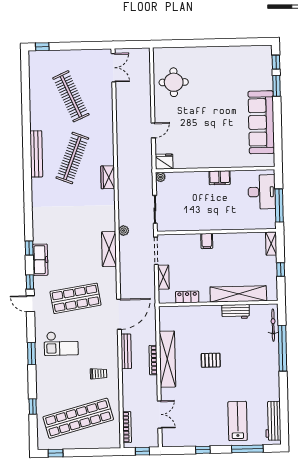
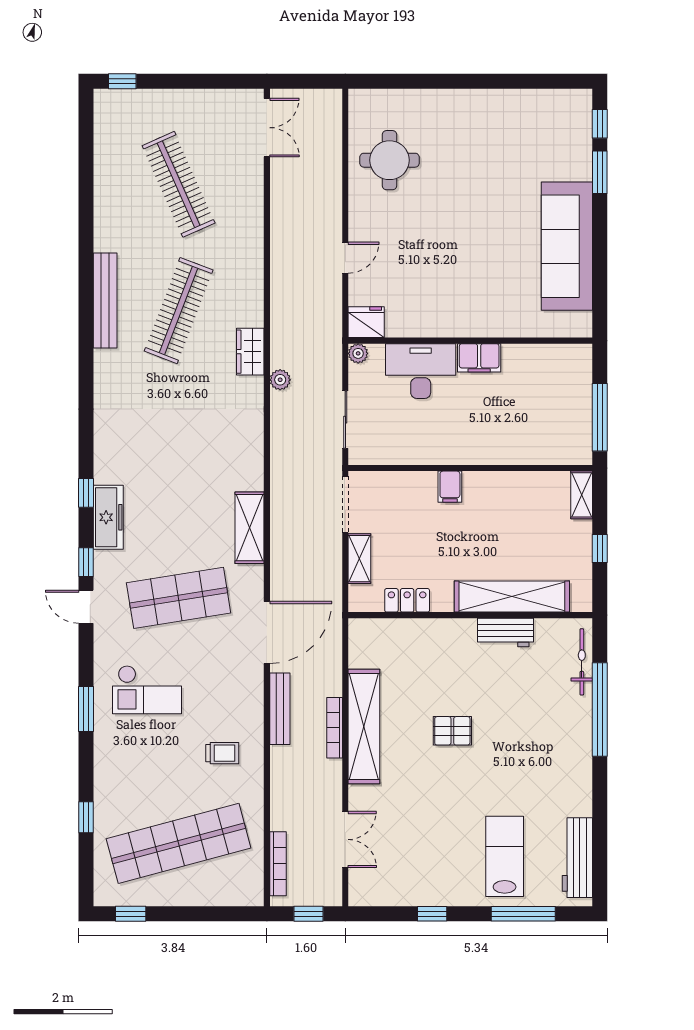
desk: (262, 192) -> (421, 371), moved, turned -90
plant: (124, 231) -> (280, 380), moved
shelving: (109, 249) -> (250, 528), moved

